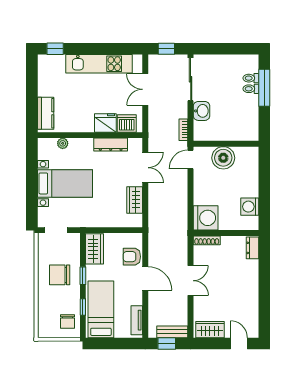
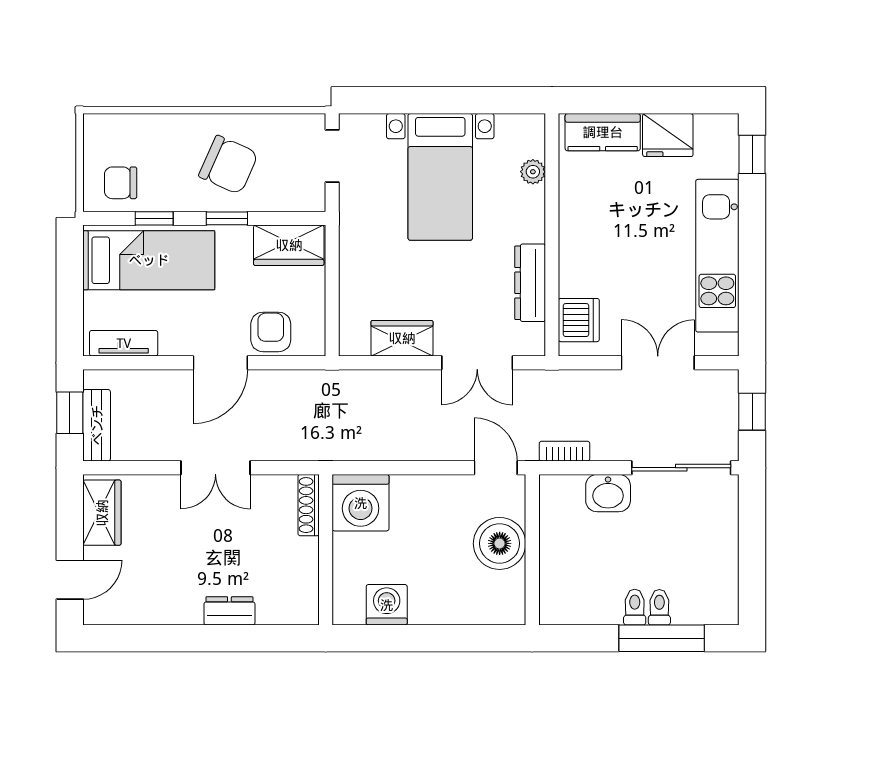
toilet: (251, 78) -> (635, 607), moved
fridge: (105, 123) -> (668, 135), moved, turned 90
dresser: (252, 248) -> (229, 611), moved
chair: (60, 275) -> (228, 165), turned 114

